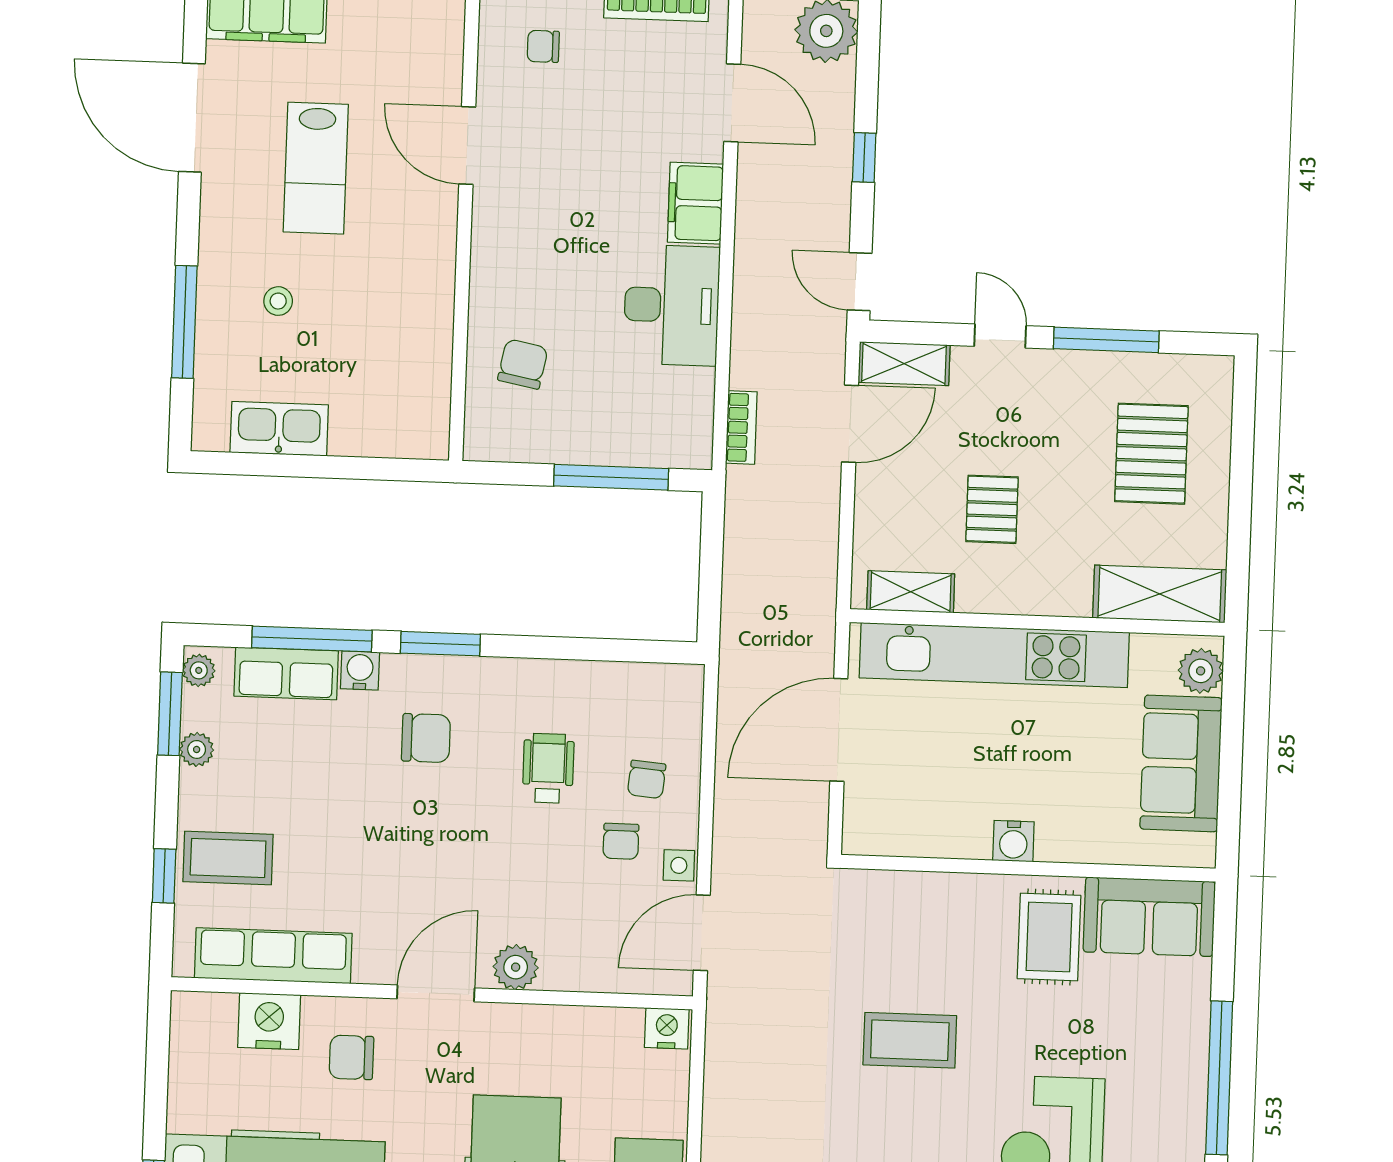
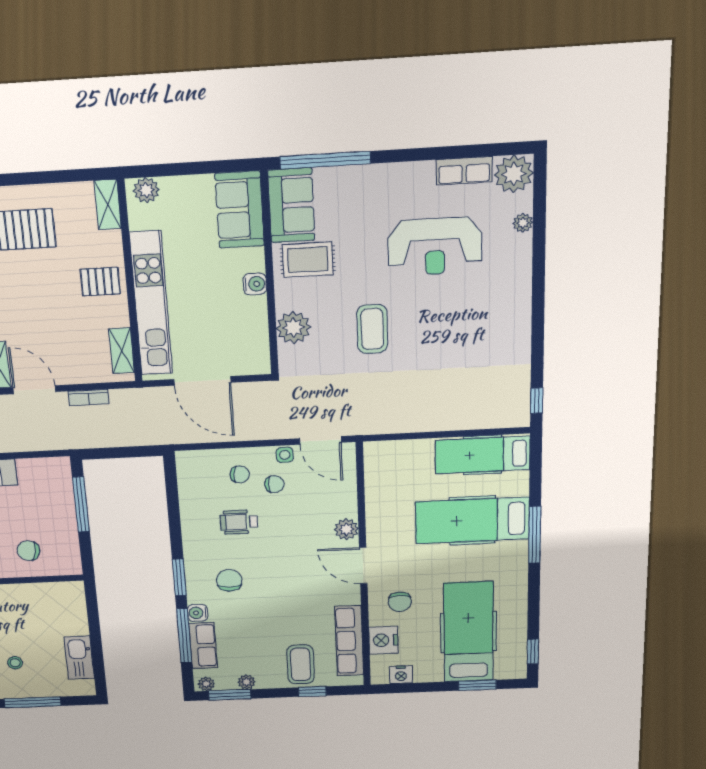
bookcase: (741, 427) -> (89, 398), moved, turned 180
pallet: (992, 509) -> (100, 282), moved
shelving: (1160, 594) -> (108, 205), width x0.67, depth x0.75
sofa: (1181, 763) -> (240, 210), moved, turned 90
plant: (926, 902) -> (293, 328), added
nightstand: (667, 1028) -> (401, 675), moved, turned -90
window: (1219, 1078) -> (325, 160), moved

